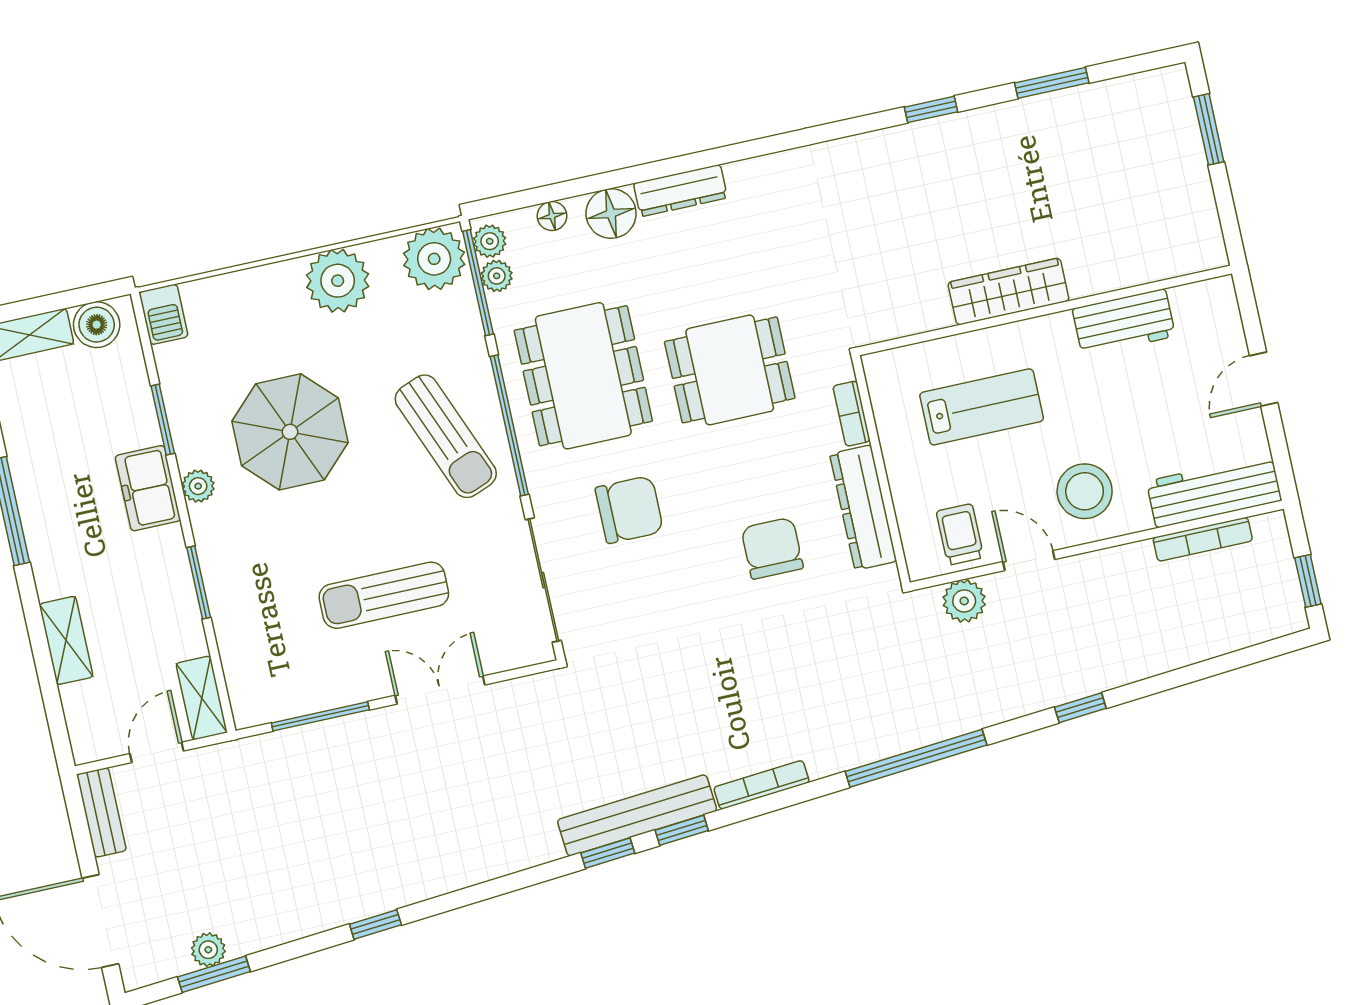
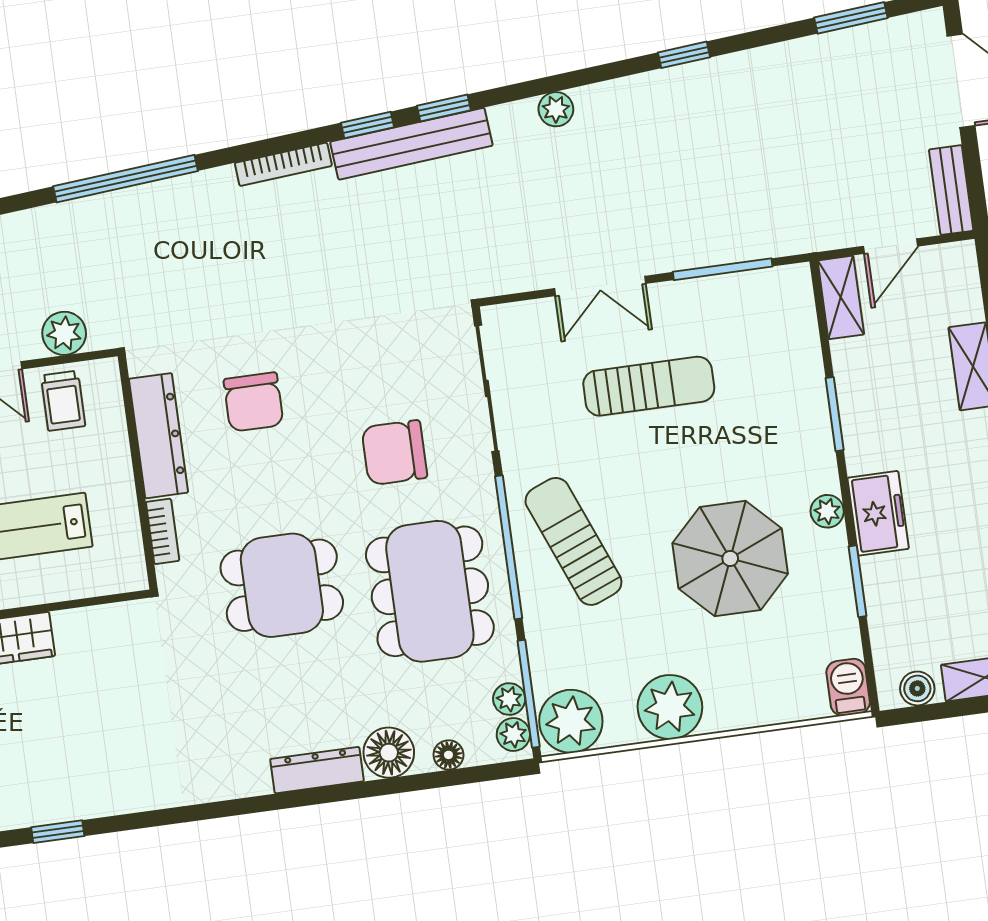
boiler: (97, 325) -> (917, 688), width x0.73, depth x0.73
plant: (208, 950) -> (556, 109), moved

